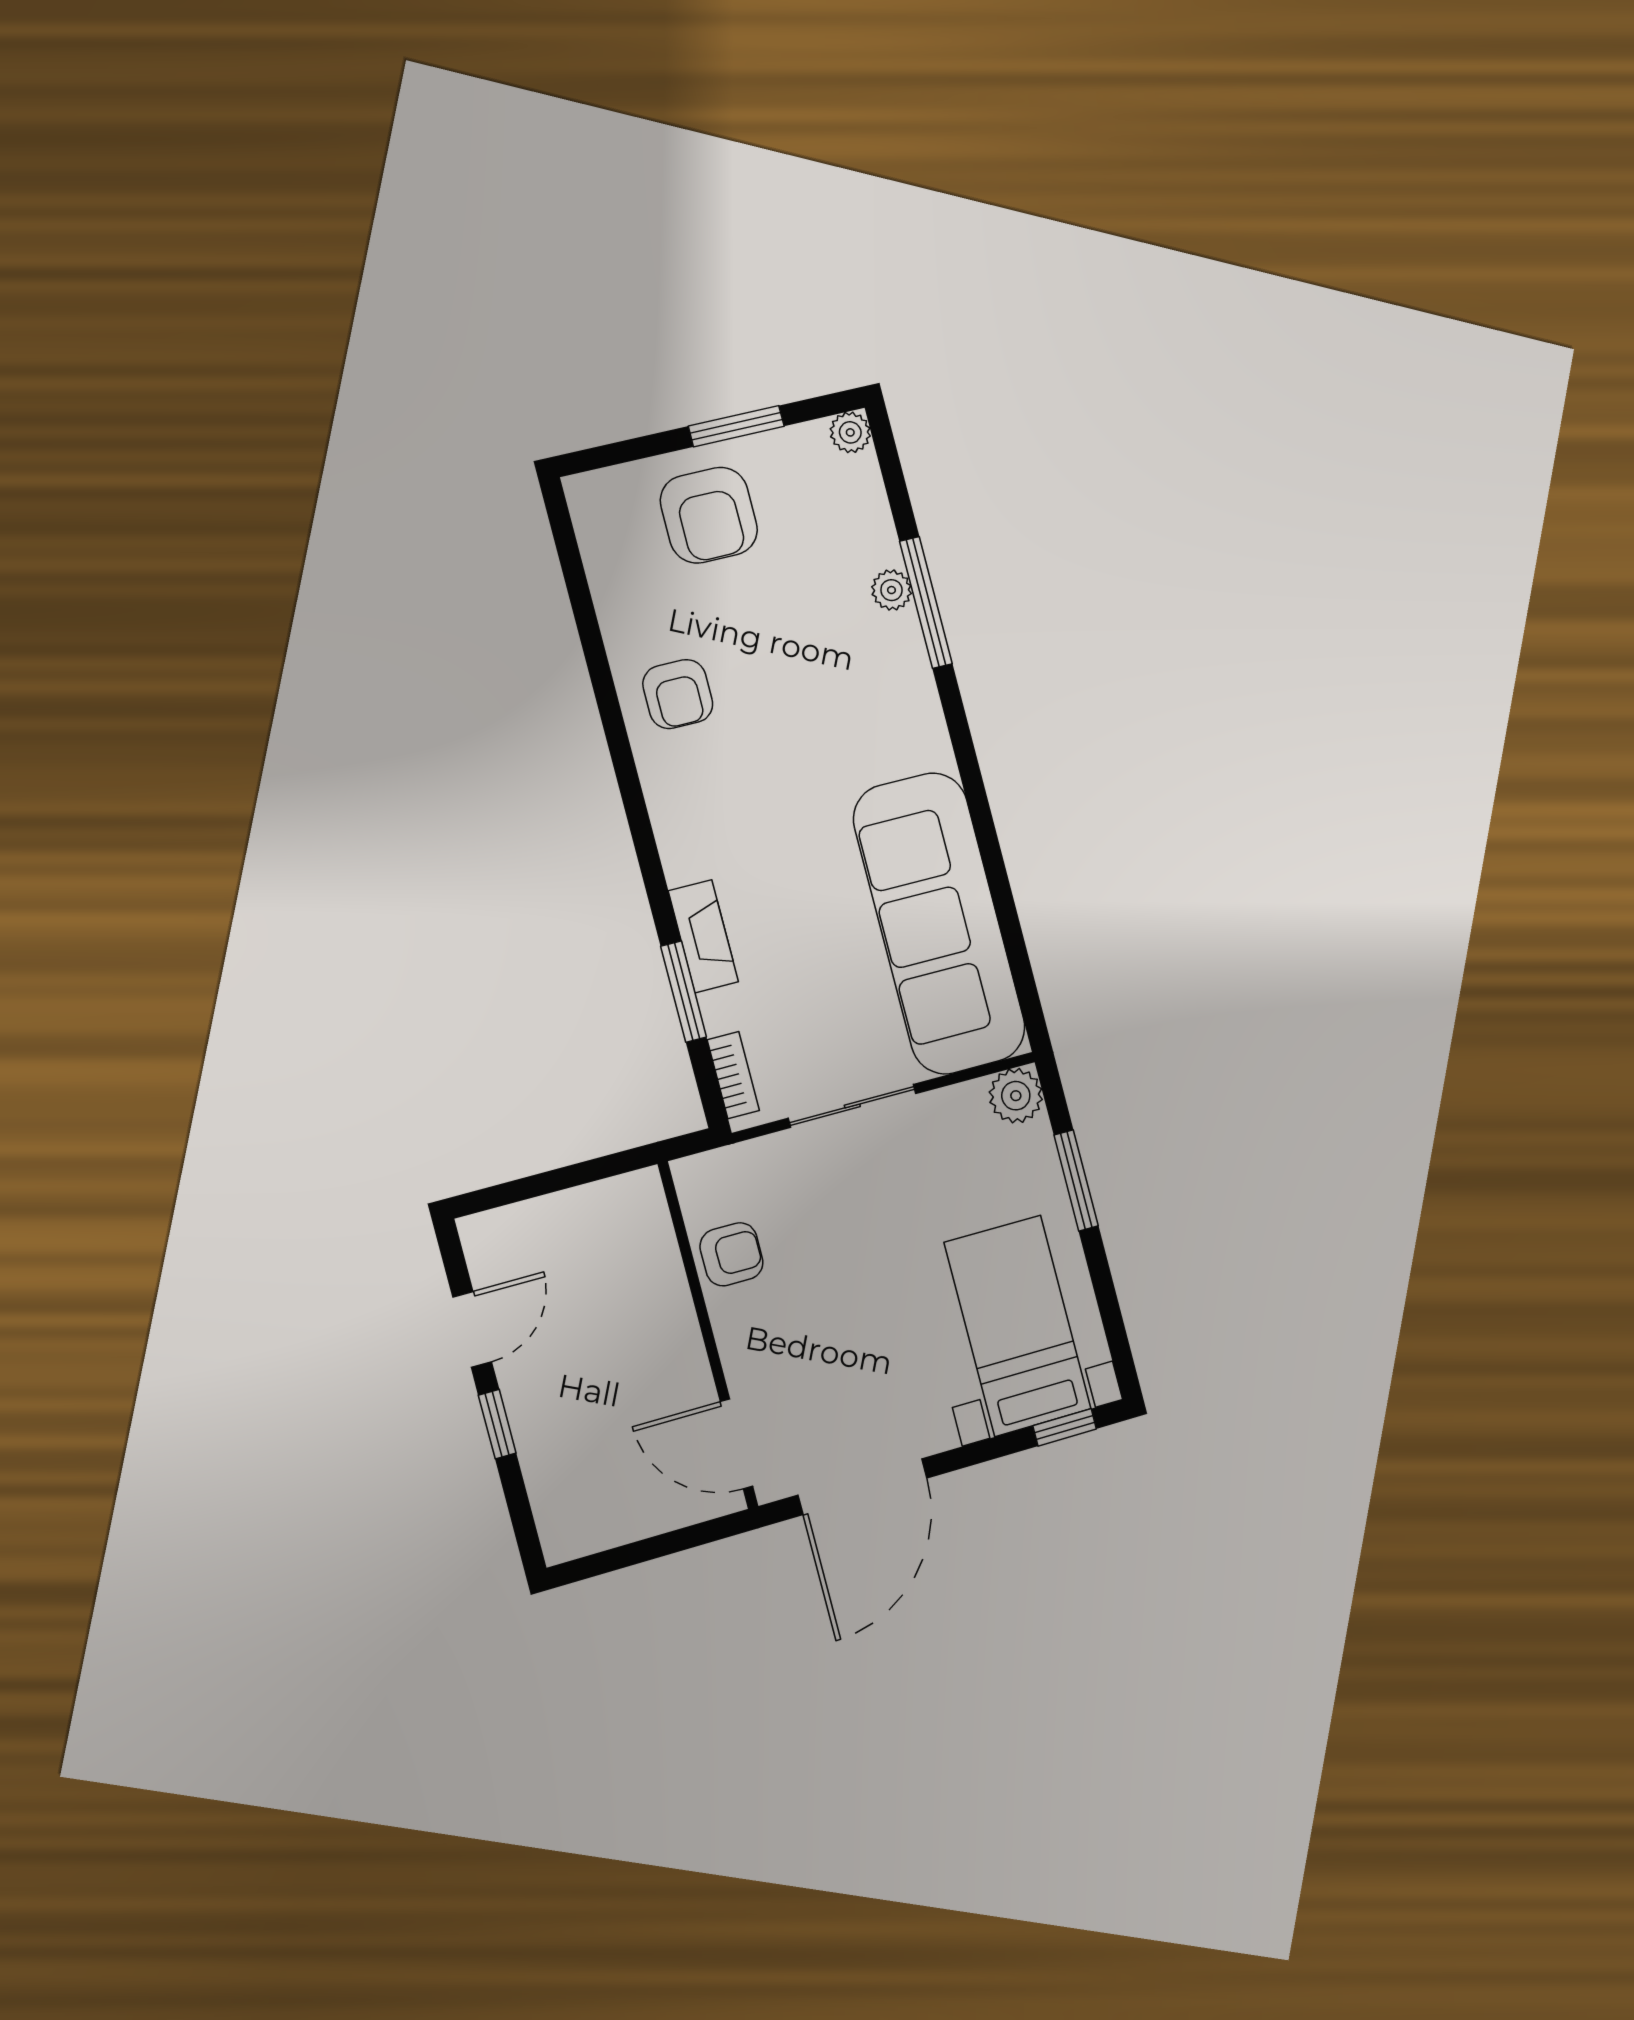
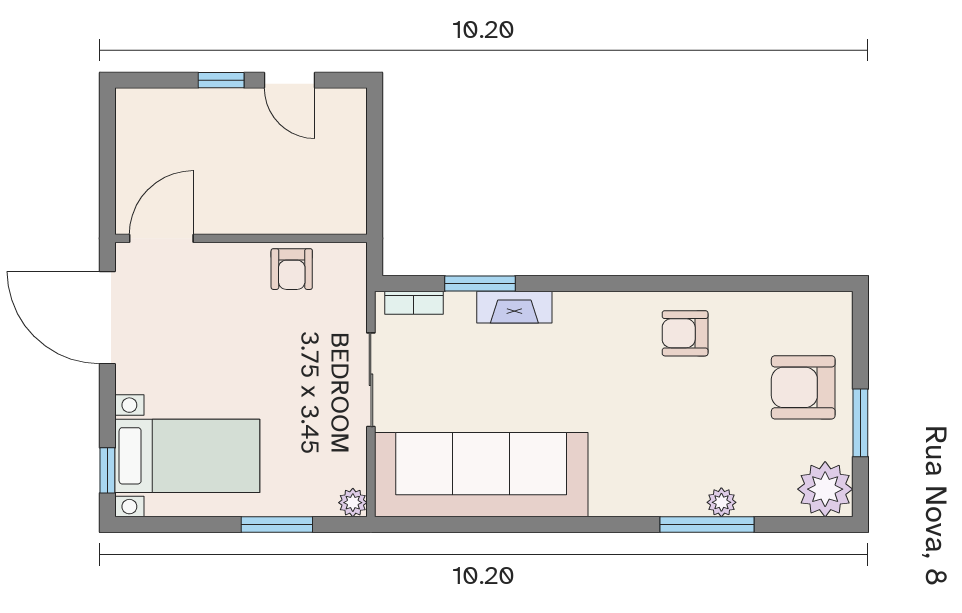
plant: (850, 432) -> (825, 489), width x1.88, depth x1.88
plant: (1016, 1096) -> (353, 503), width x0.73, depth x0.73

